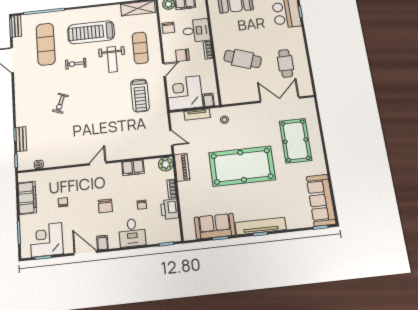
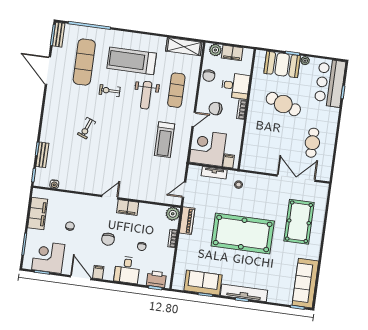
cafe table: (243, 59) -> (283, 104), moved
door: (171, 138) -> (184, 190), swing flipped
filing cabinet: (133, 168) -> (128, 208), moved
printer: (170, 209) -> (156, 279), moved, turned 90

